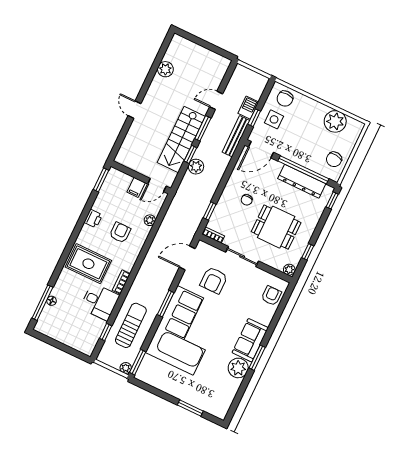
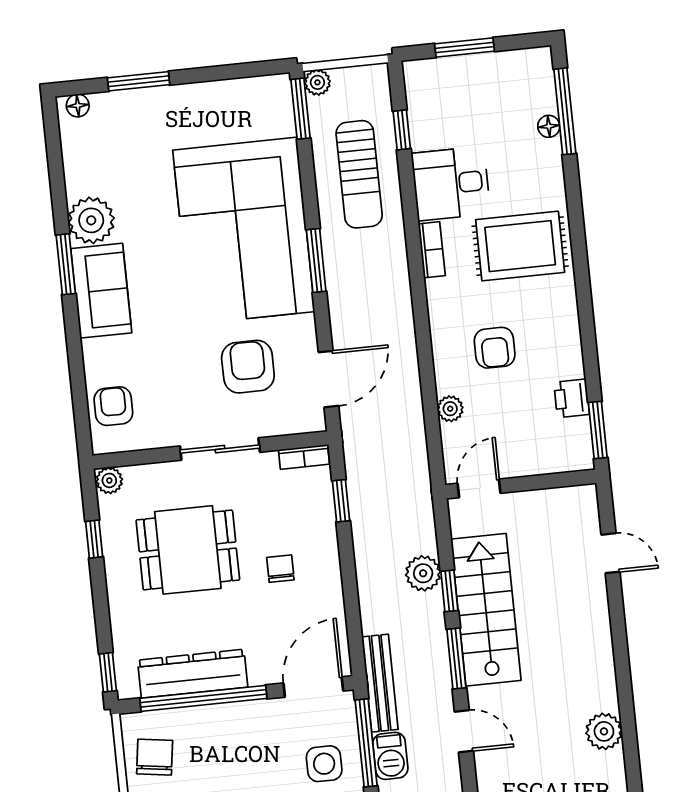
door: (216, 100) -> (464, 731), hinge flipped
door: (134, 110) -> (611, 553), moved
window: (254, 118) -> (366, 743), width x2.17
filing cabinet: (136, 187) -> (518, 458), removed
printer: (93, 219) -> (572, 398), moved
armchair: (271, 296) -> (113, 406), turned 180
window: (65, 348) -> (464, 48), added
floor lamp: (218, 413) -> (78, 106), added

